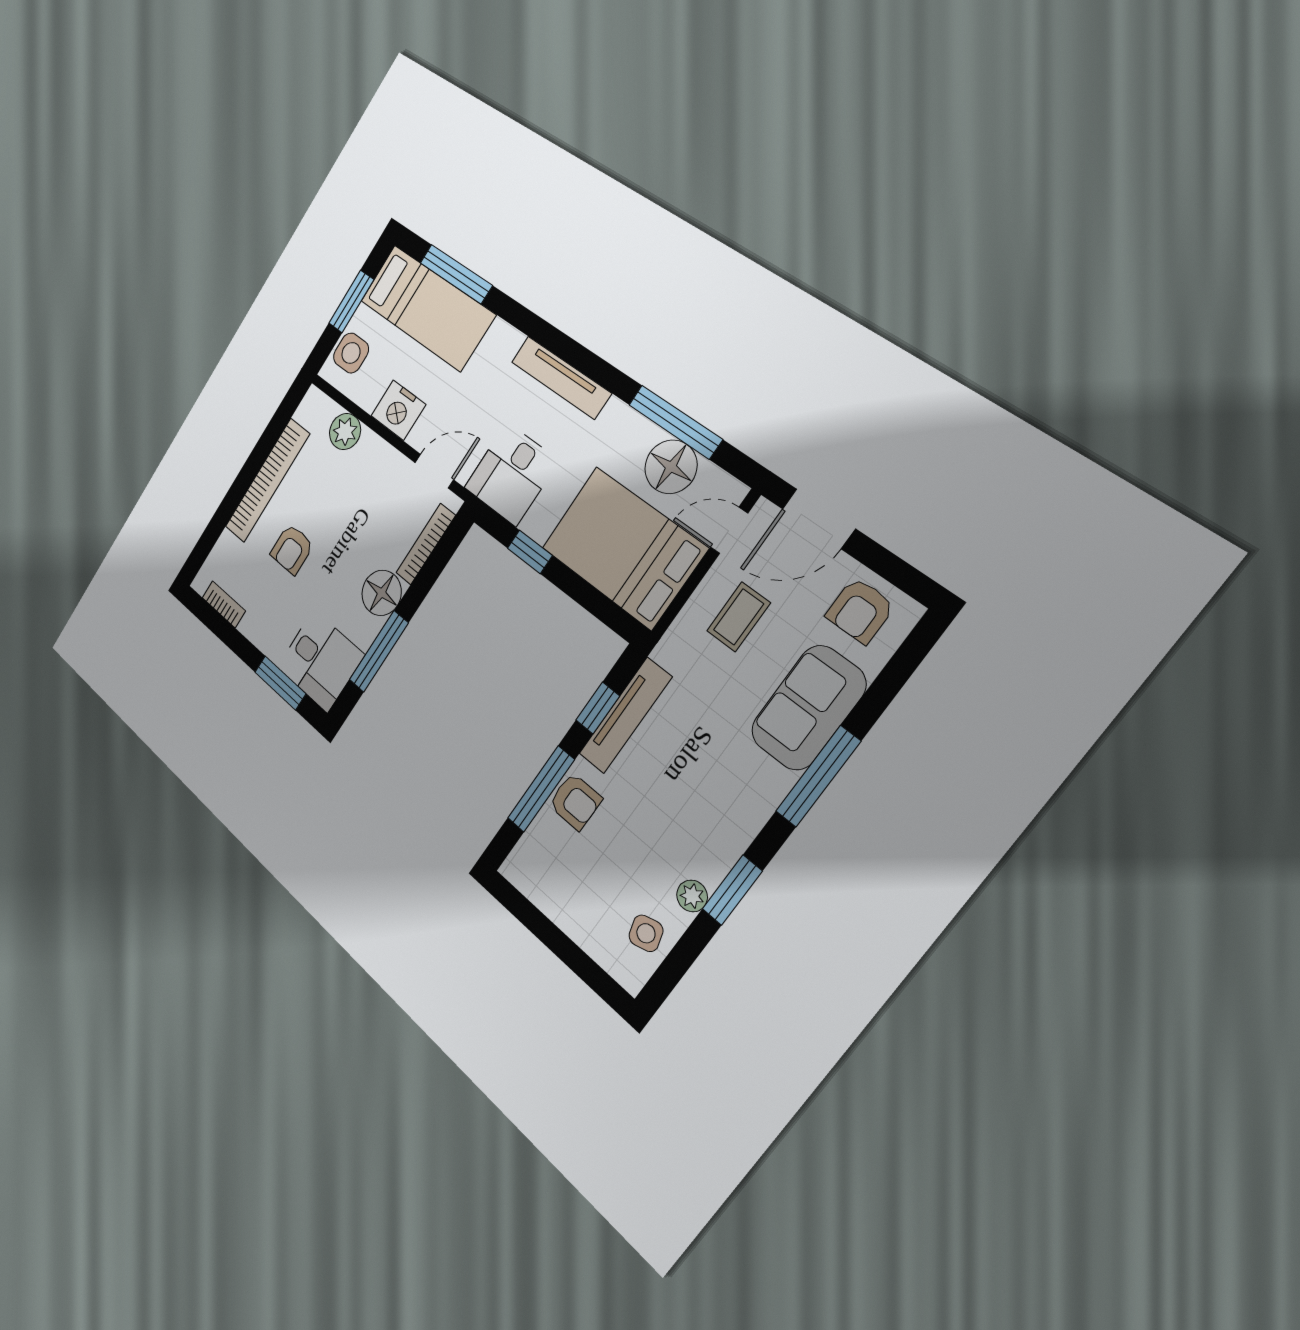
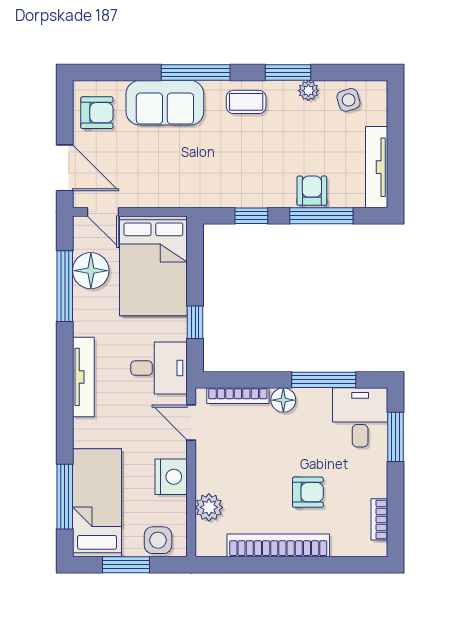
floor lamp: (382, 593) -> (283, 400), width x0.73, depth x0.73
coffee table: (738, 617) -> (246, 102), moved
tv unit: (625, 716) -> (377, 167), moved, turned -90

